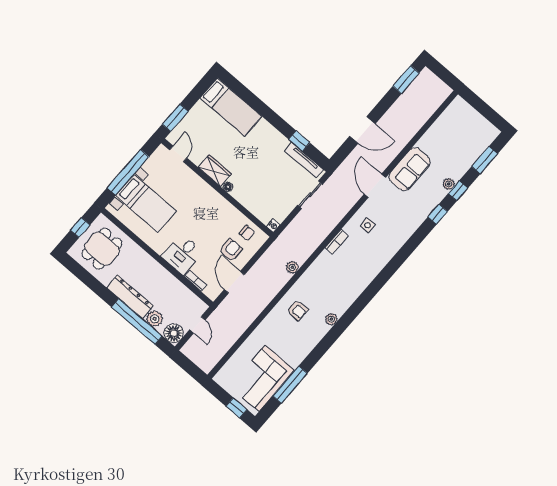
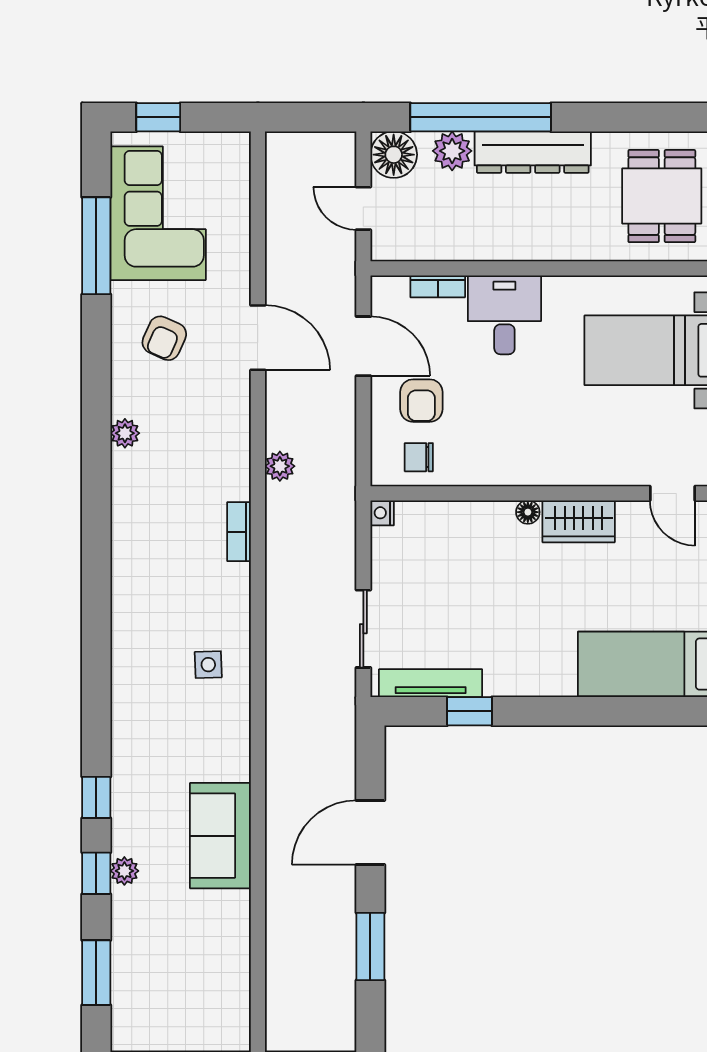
window: (406, 80) -> (370, 947), moved
door: (375, 186) -> (258, 338), moved
bookcase: (337, 242) -> (239, 532), moved
armchair: (297, 310) -> (164, 338), moved, turned -66

